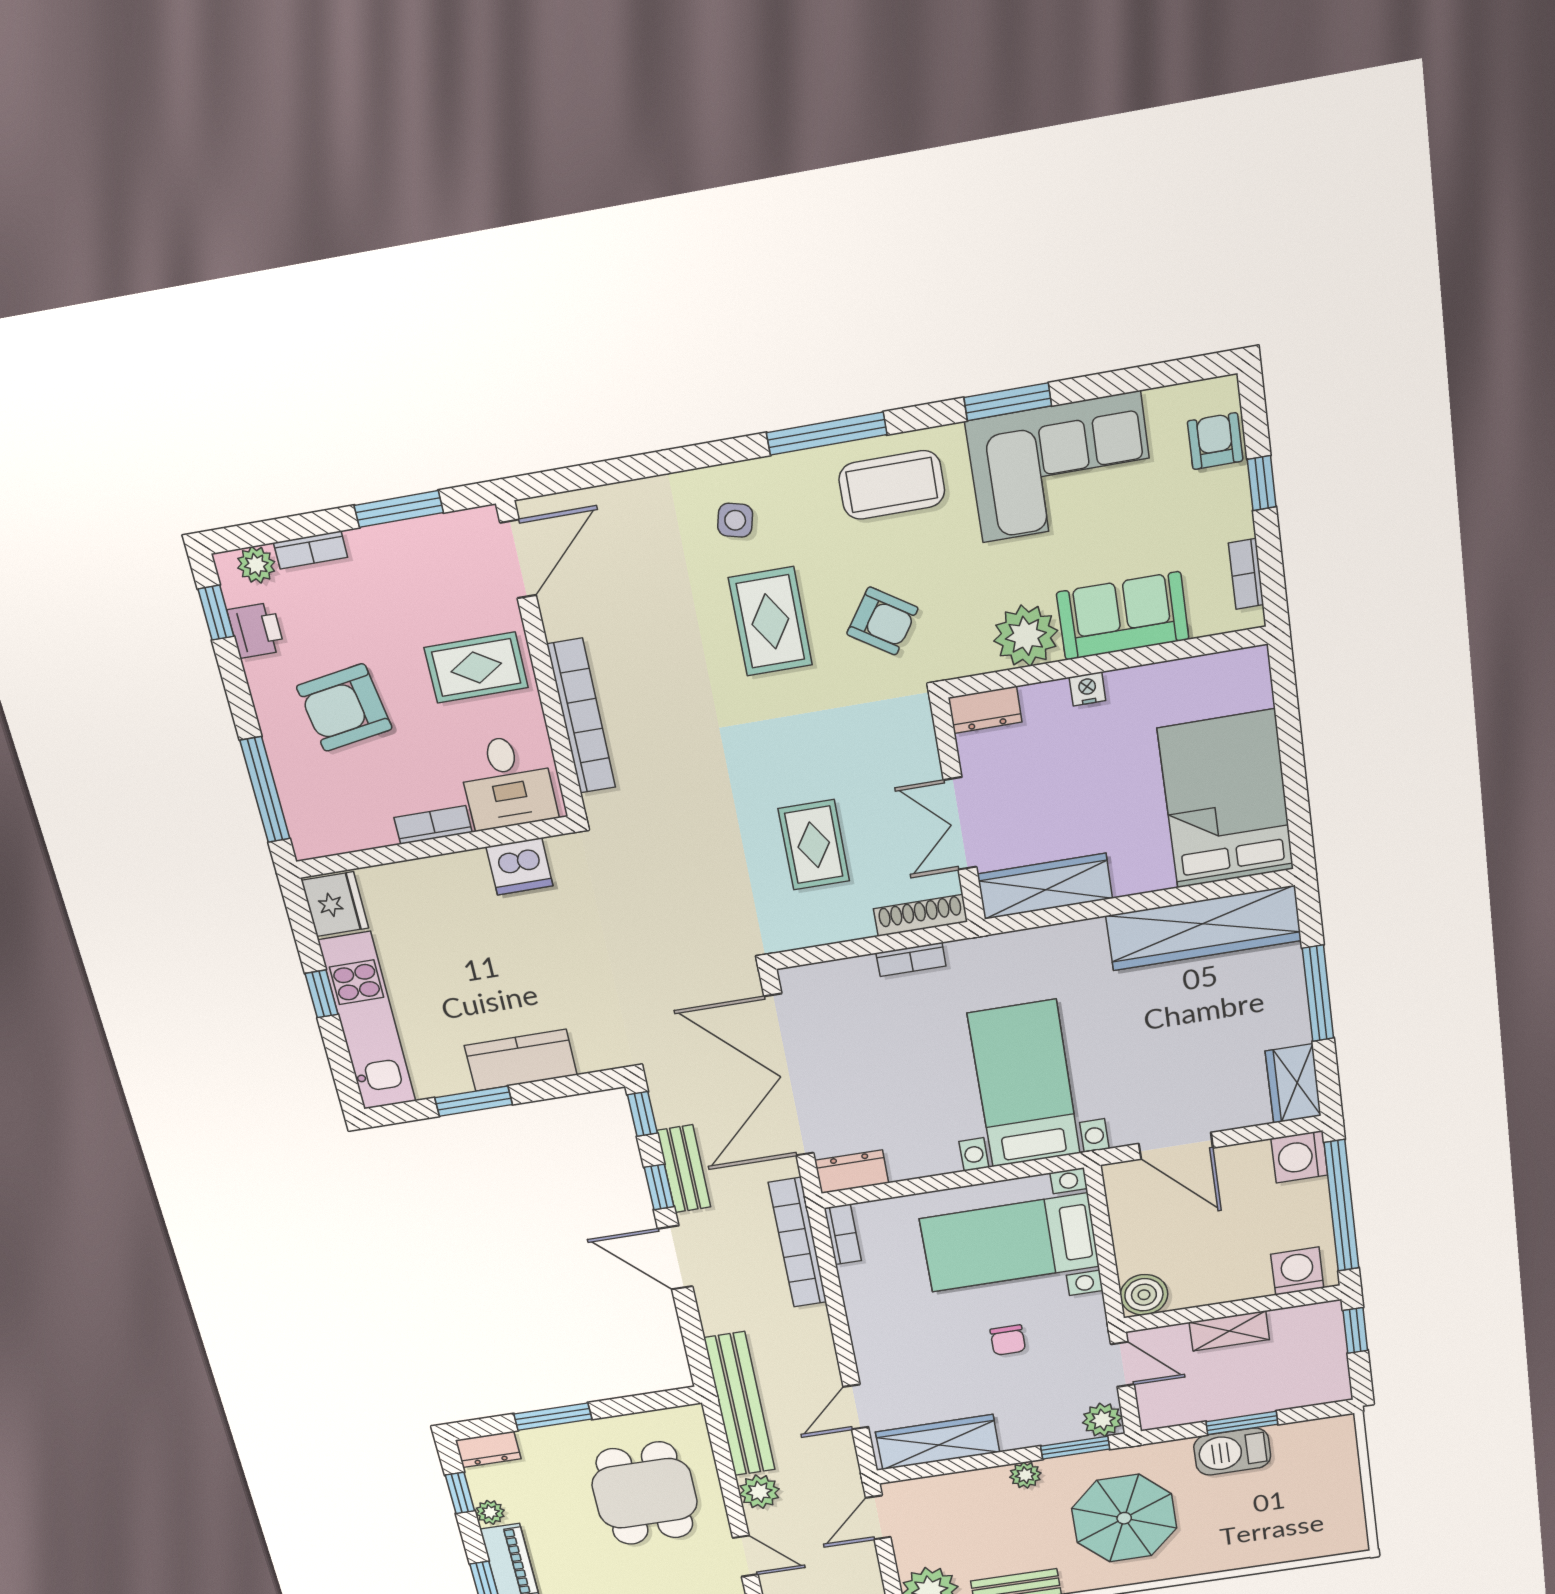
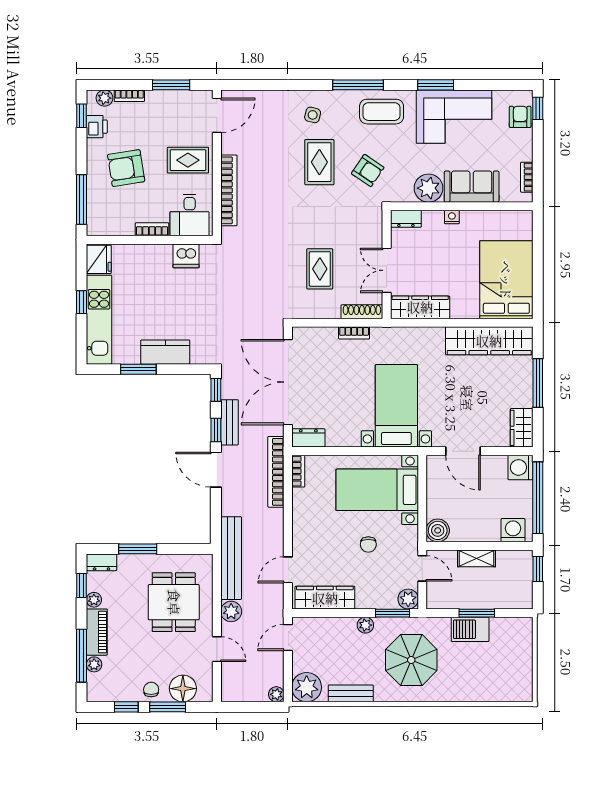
window: (1262, 483) -> (538, 108), moved

